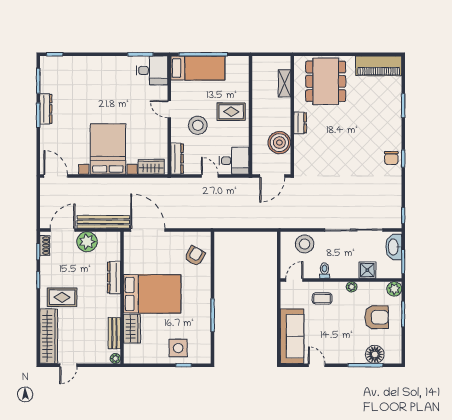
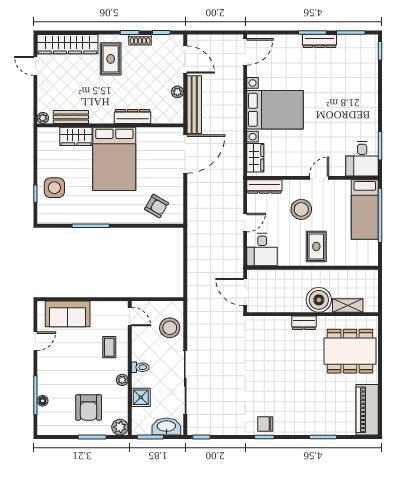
boiler: (279, 143) -> (319, 300), moved
plant: (87, 242) -> (177, 92), width x0.53, depth x0.53
shoe rack: (45, 246) -> (140, 40), moved
toilet: (325, 271) -> (140, 367), moved
sofa: (292, 336) -> (68, 314), width x0.73
floor lamp: (375, 354) -> (43, 401), width x0.53, depth x0.53

